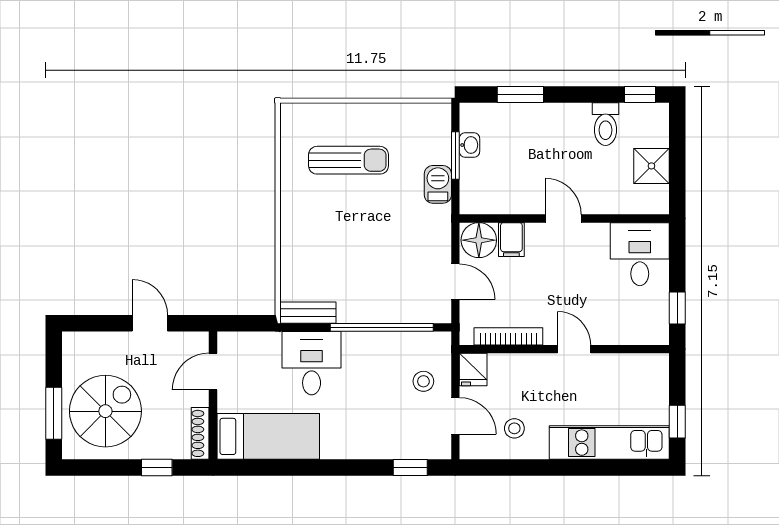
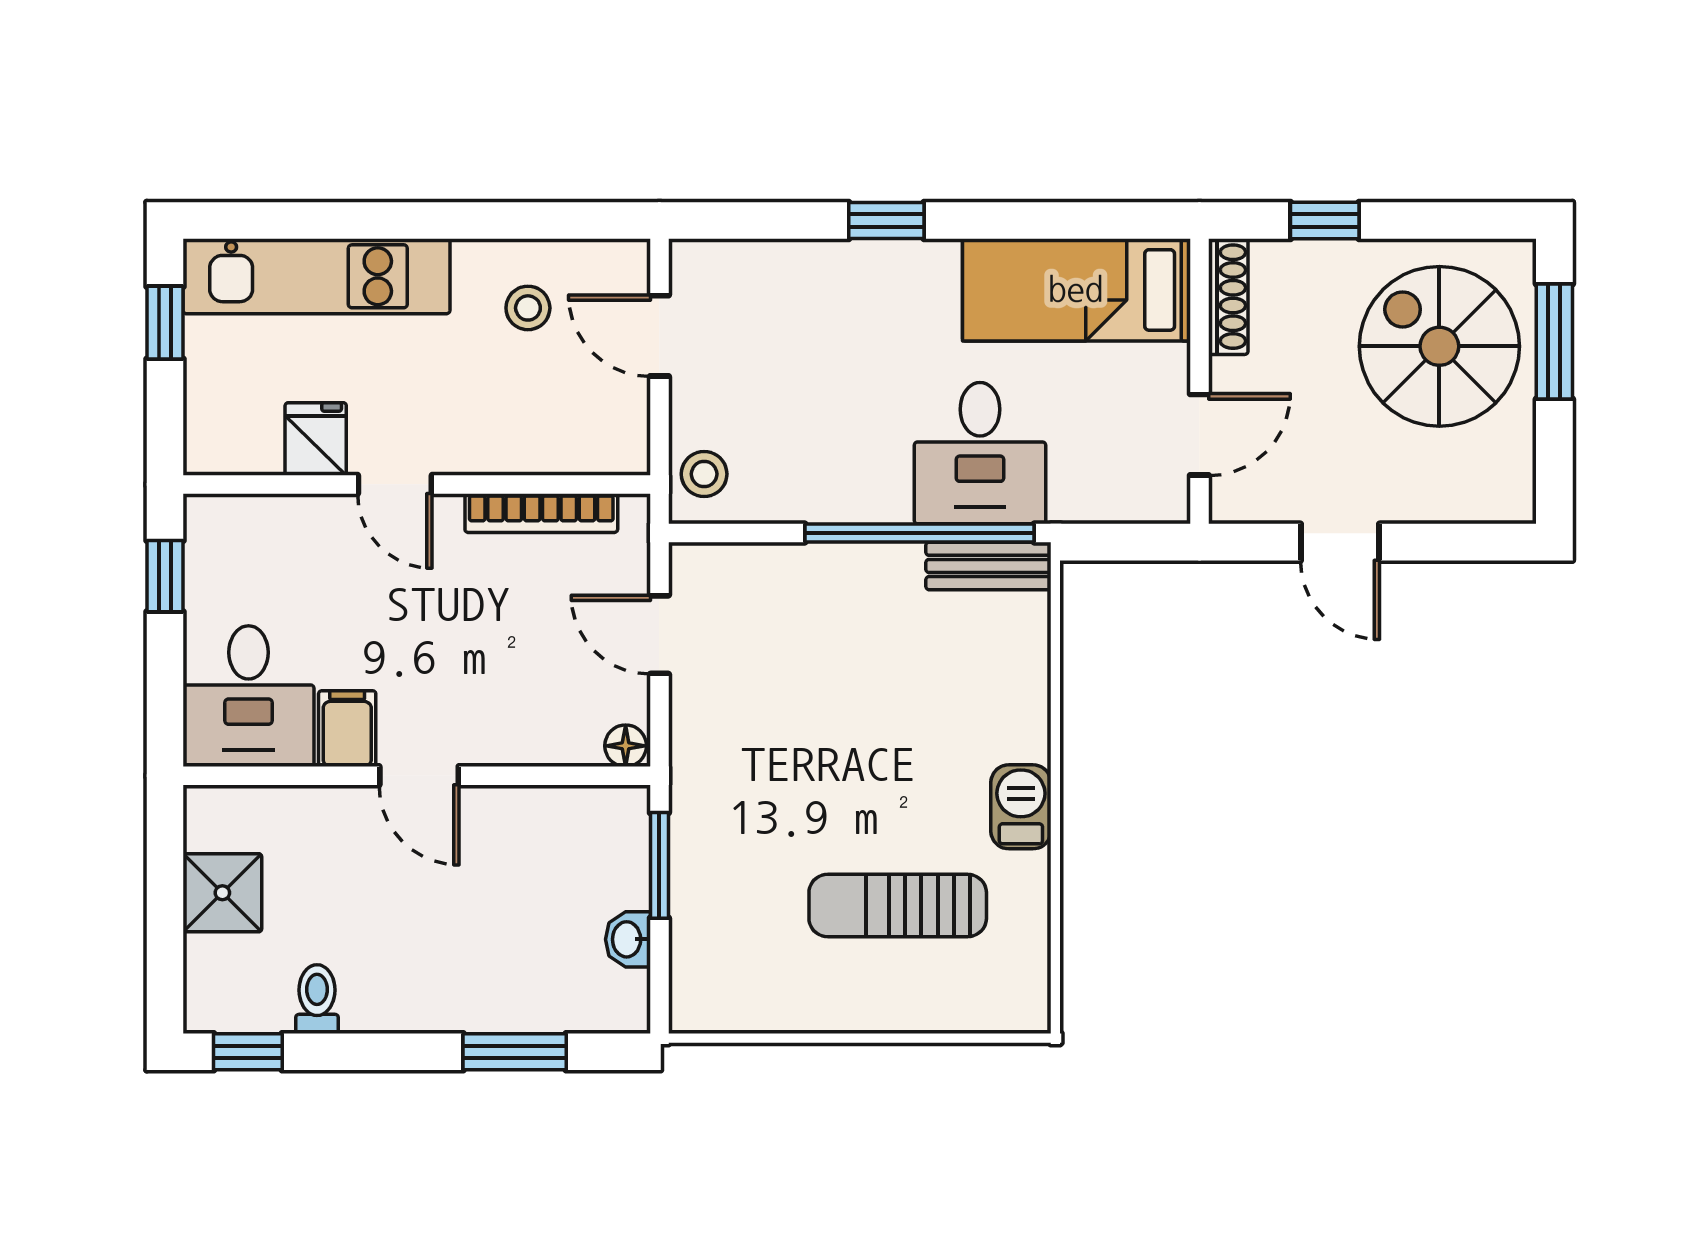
toilet: (605, 124) -> (317, 999), width x0.73, depth x0.72
window: (455, 156) -> (659, 865), moved
barbecue: (438, 184) -> (1021, 807), moved, turned 180
floor lamp: (479, 240) -> (626, 746), width x0.53, depth x0.53
filing cabinet: (511, 240) -> (347, 729), moved
window: (382, 327) -> (919, 533), moved
fridge: (473, 370) -> (316, 439), moved
stool: (423, 381) -> (704, 474), moved
spiral stairs: (105, 411) -> (1439, 346), turned 90
window: (410, 468) -> (886, 221), moved

